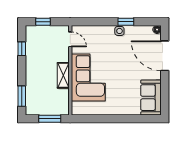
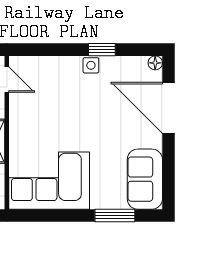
corner sofa: (88, 77) -> (49, 181), moved, turned -90
window: (133, 119) -> (115, 215), added

